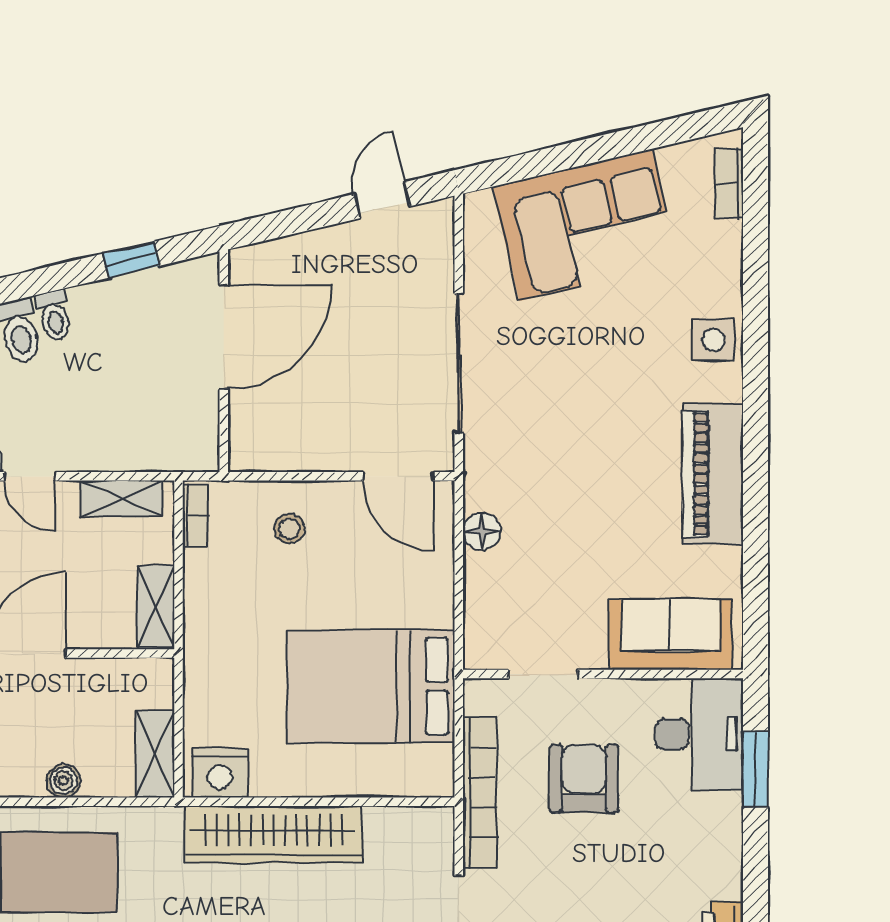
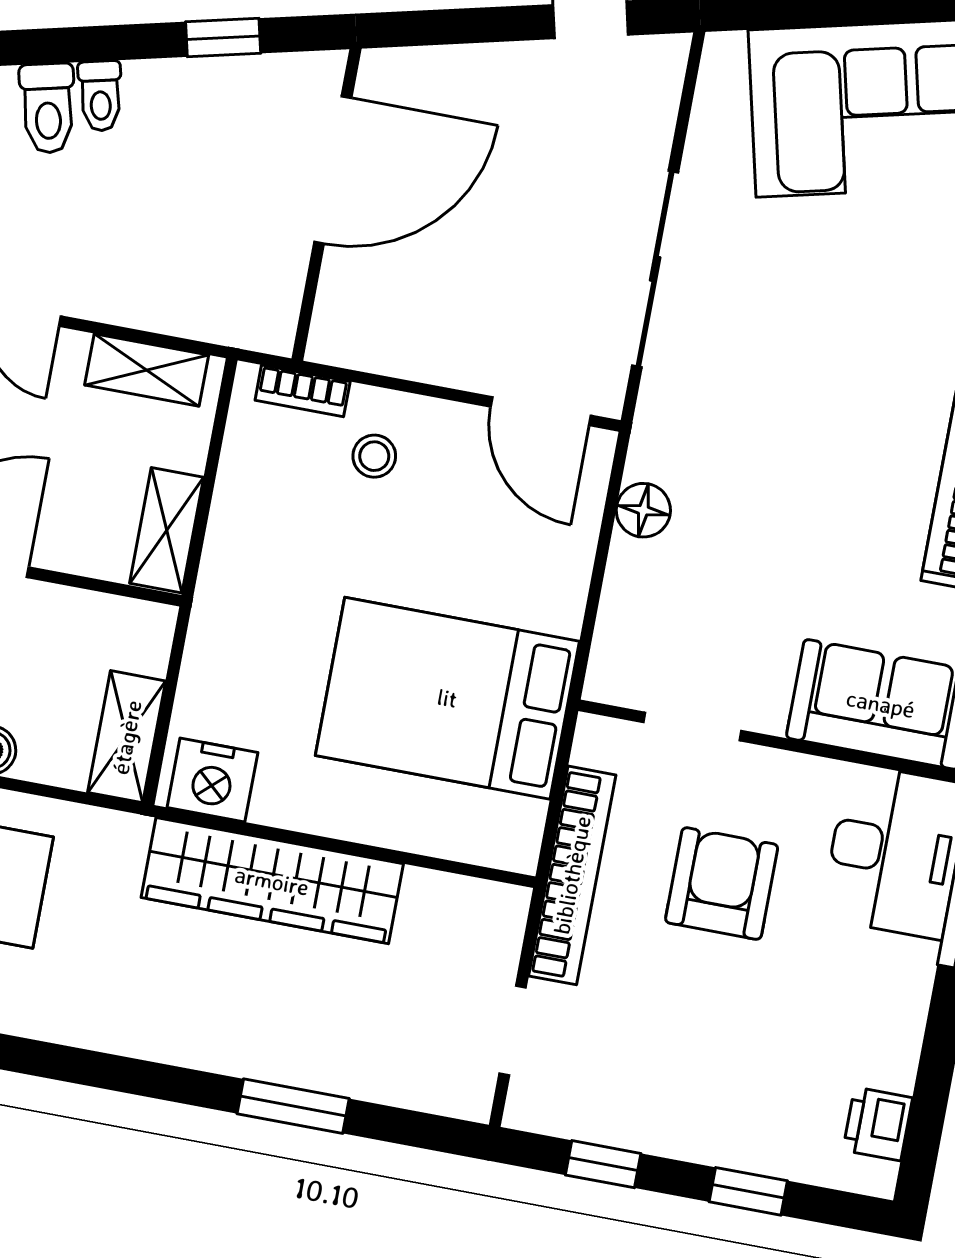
bookcase: (195, 516) -> (303, 391), moved, turned 90

